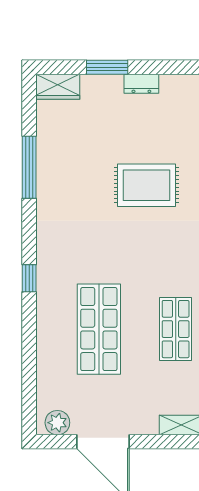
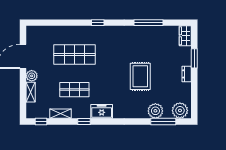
plant: (57, 423) -> (32, 76), moved

